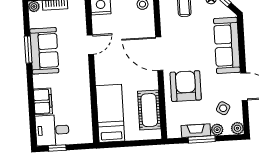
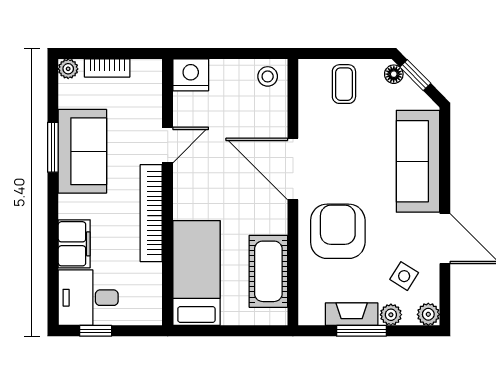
bookcase: (84, 82) -> (151, 213), added

